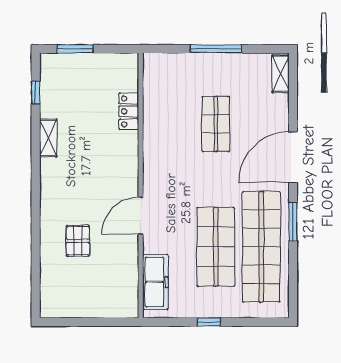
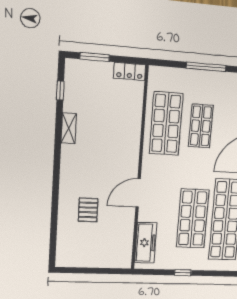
locker: (129, 111) -> (130, 71), moved, turned -90
shop shelf: (170, 124) -> (166, 124), added

